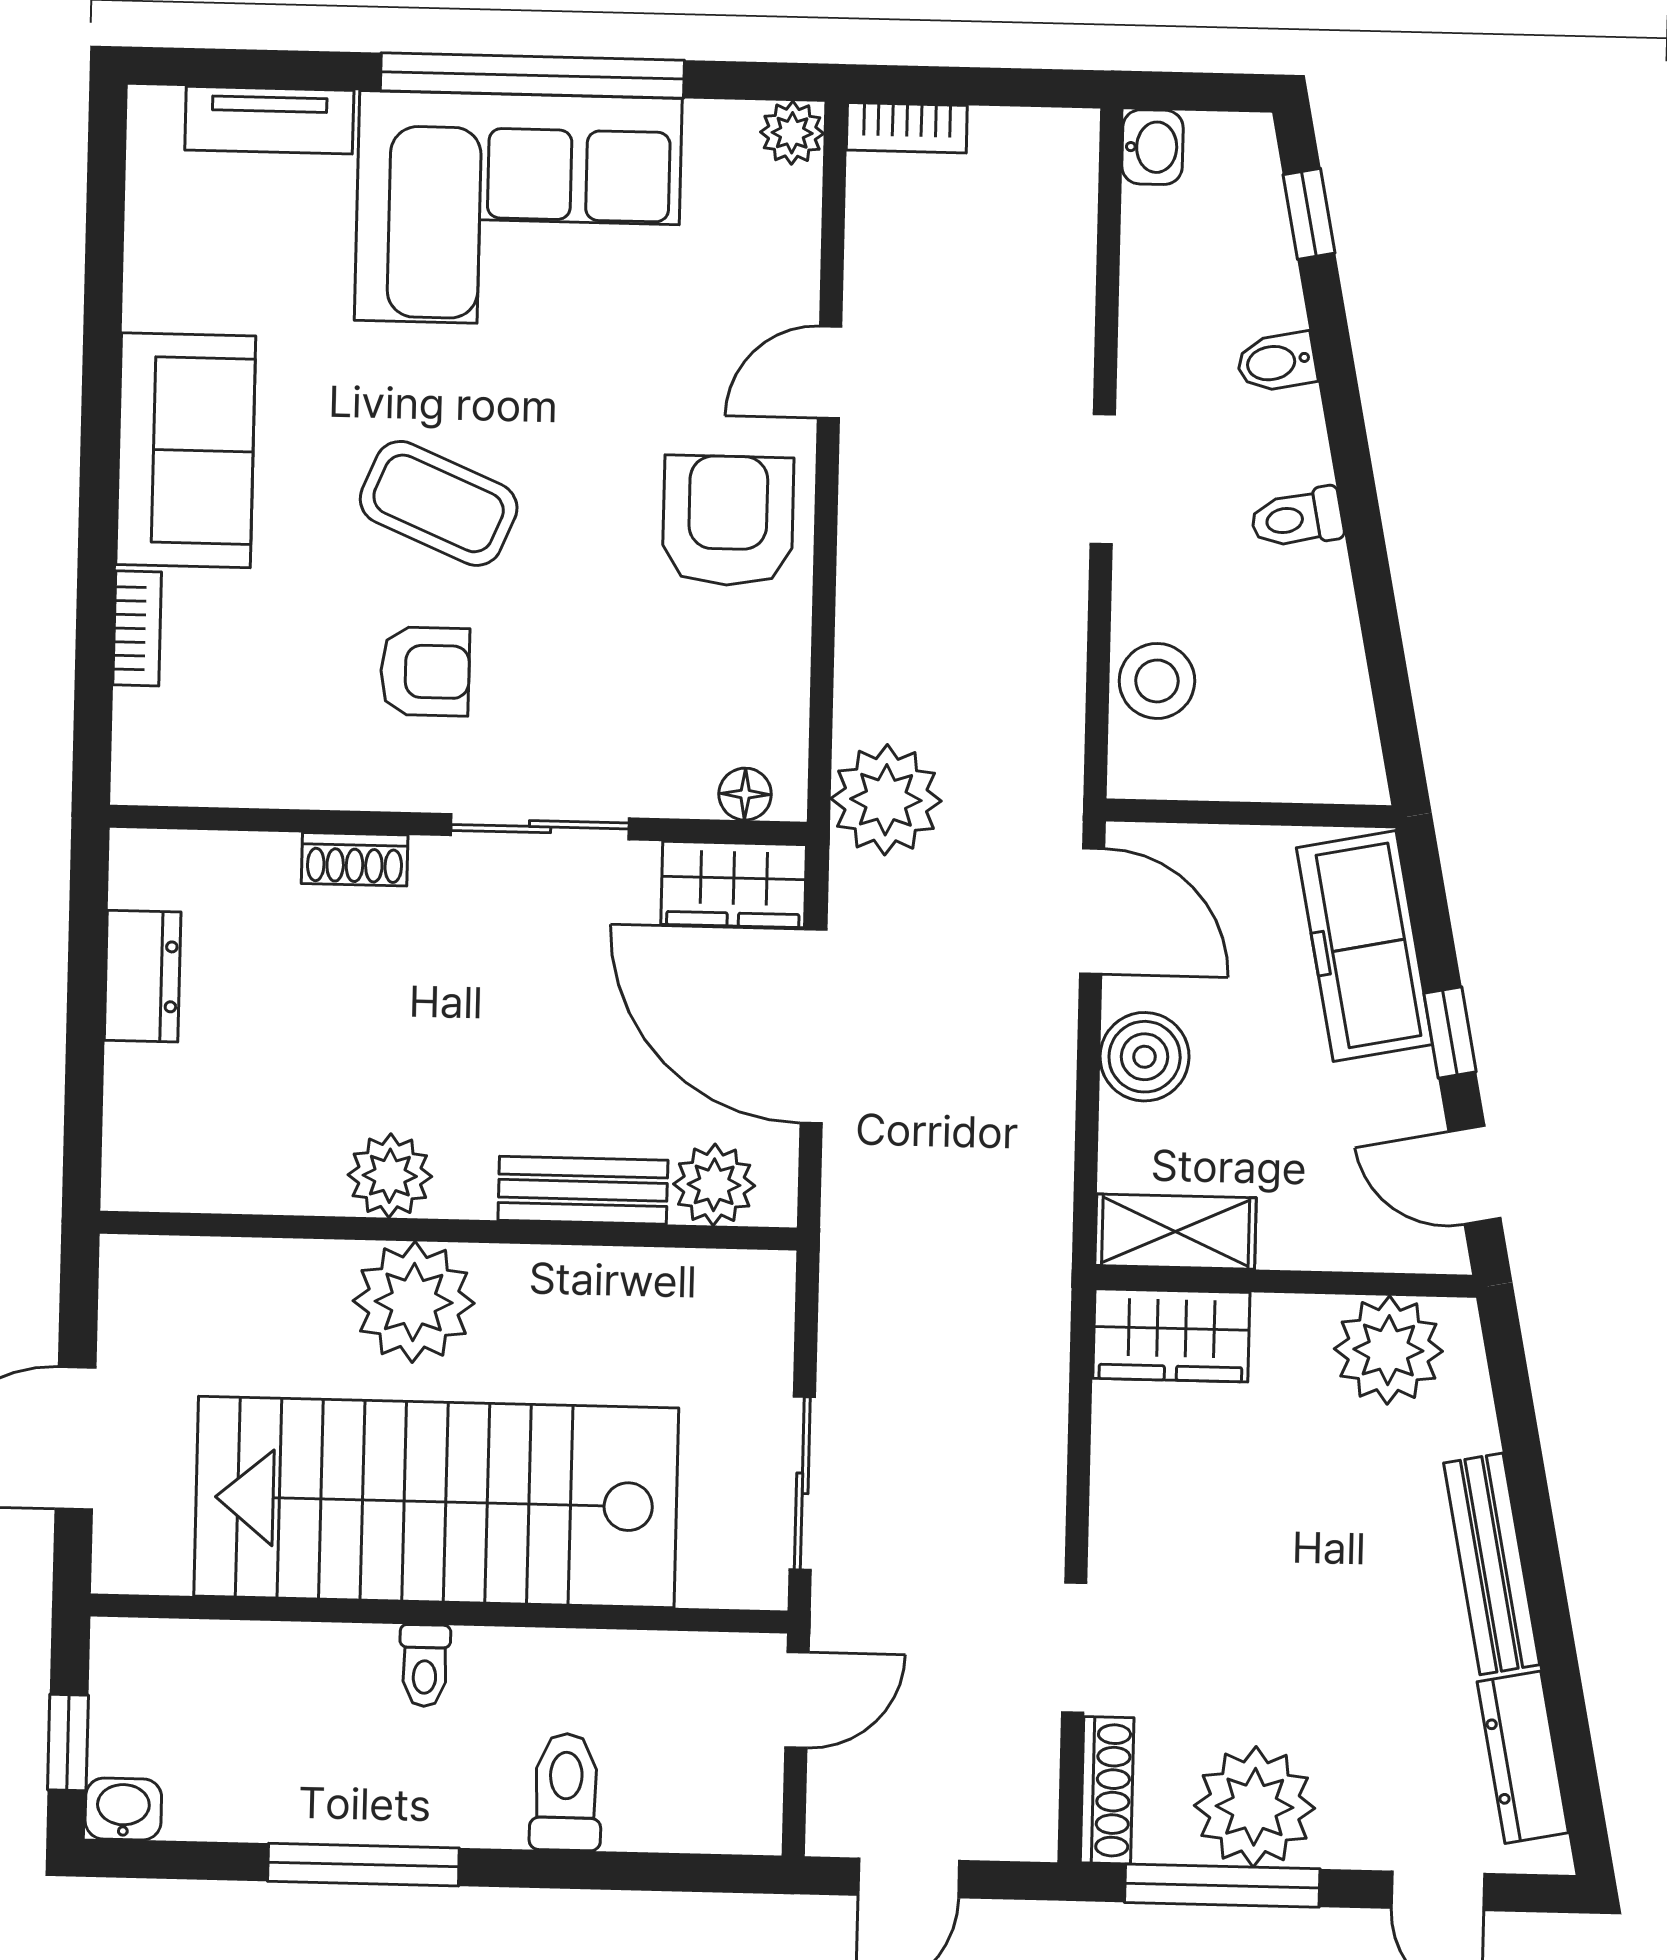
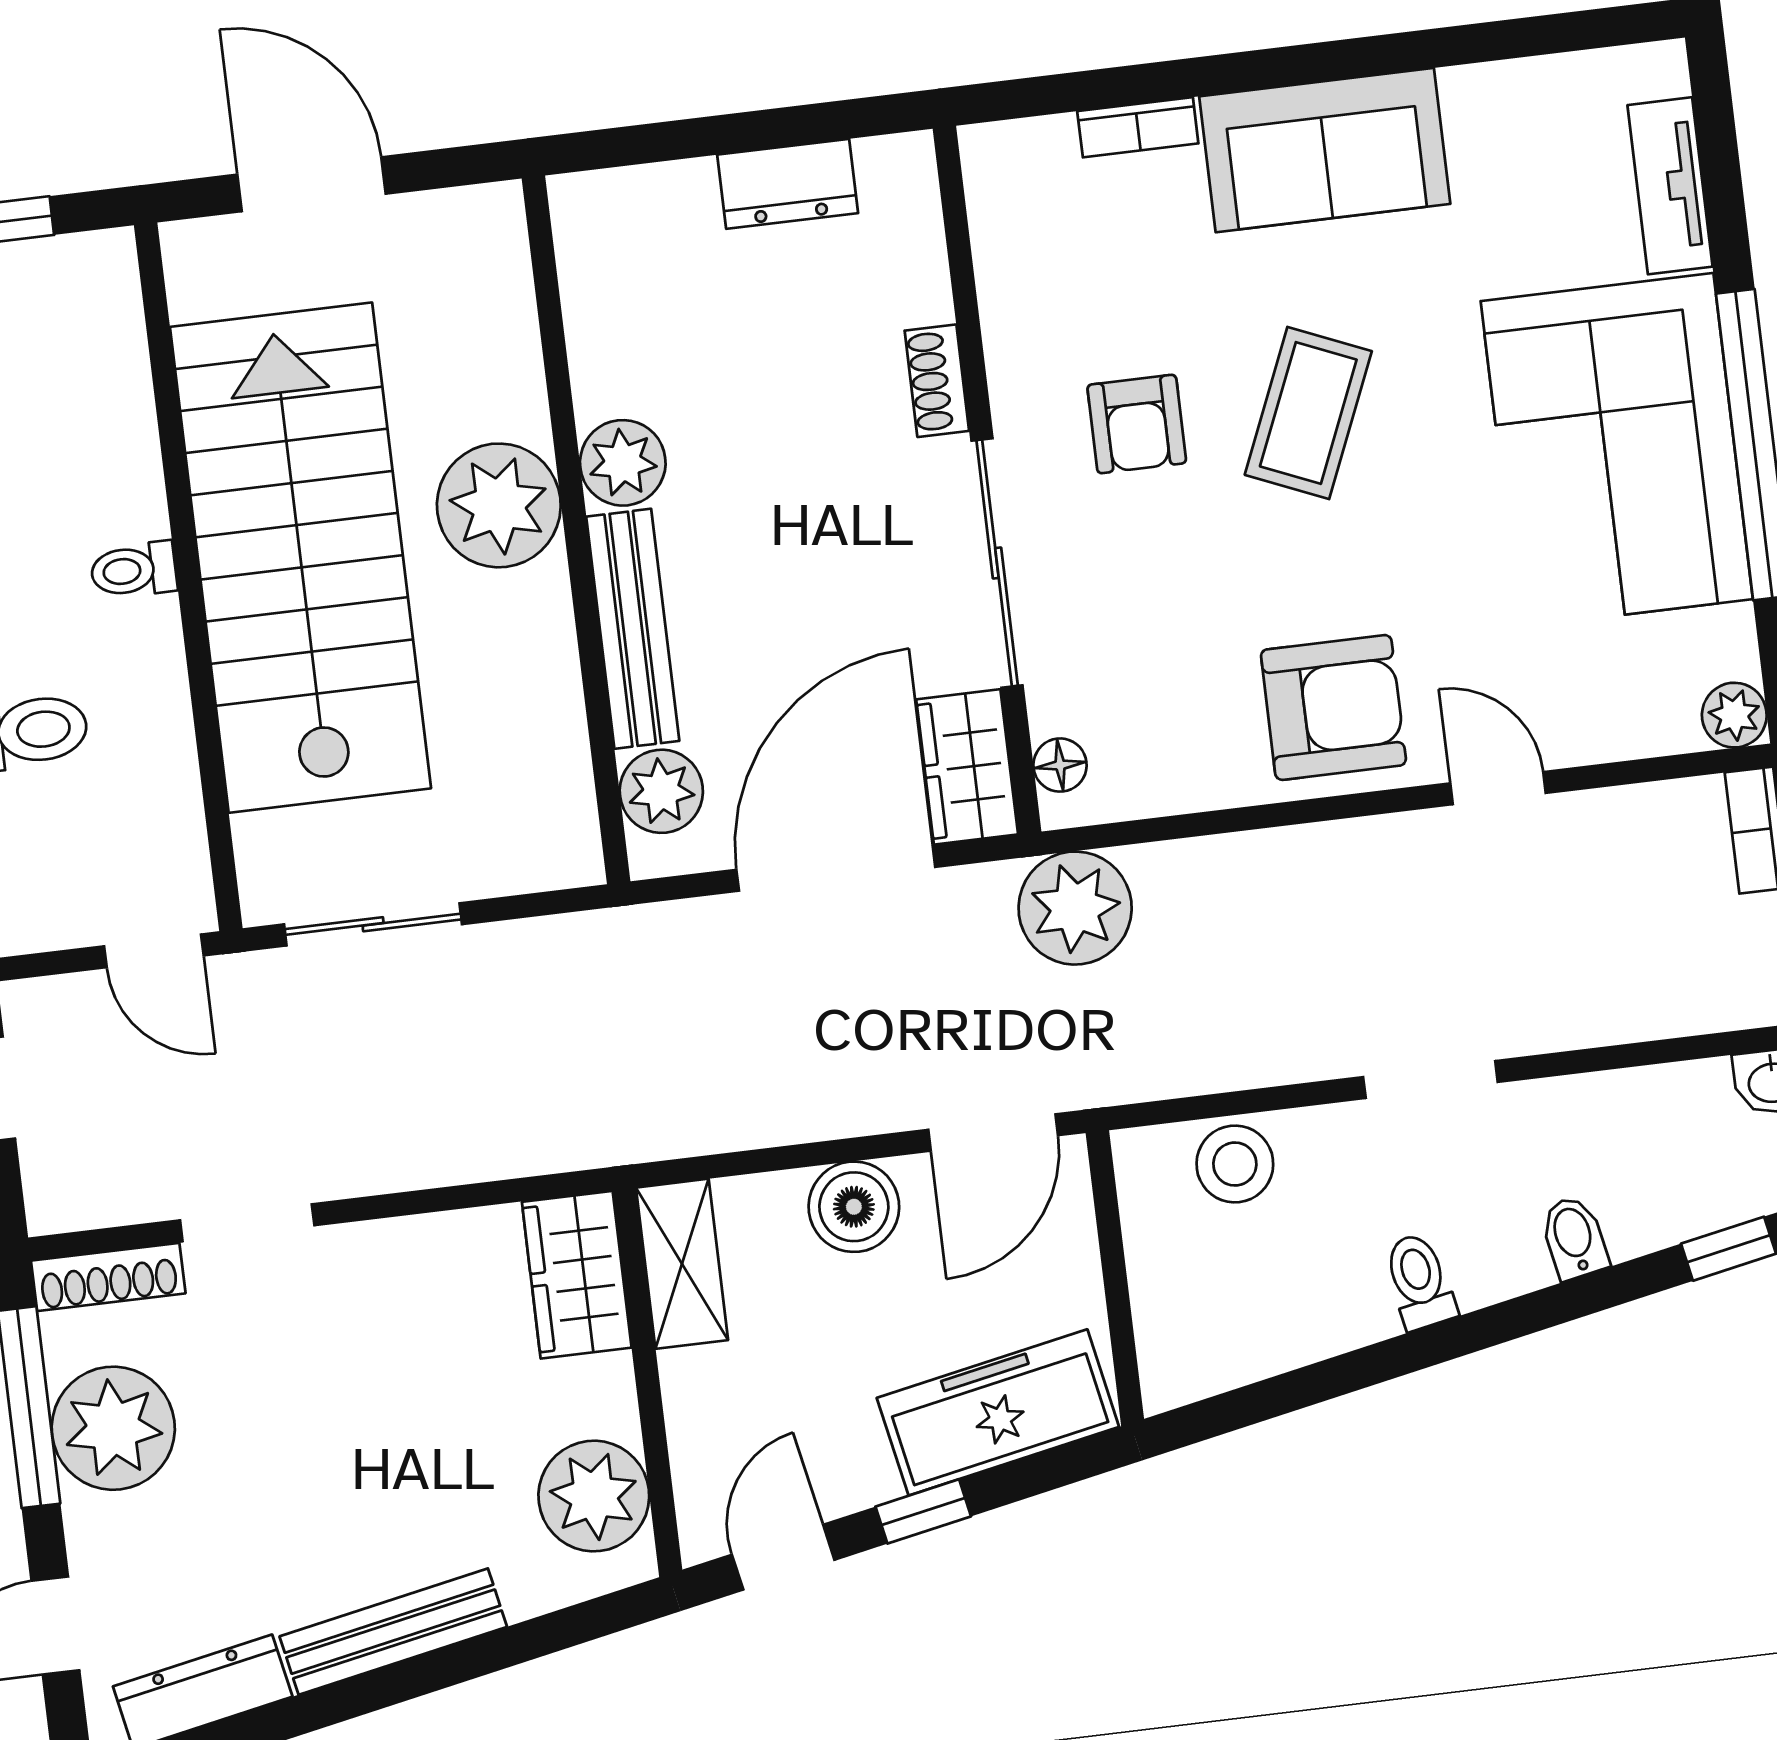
sliding door: (540, 827) -> (997, 563), width x1.37
bench: (583, 1190) -> (633, 629), width x1.36

